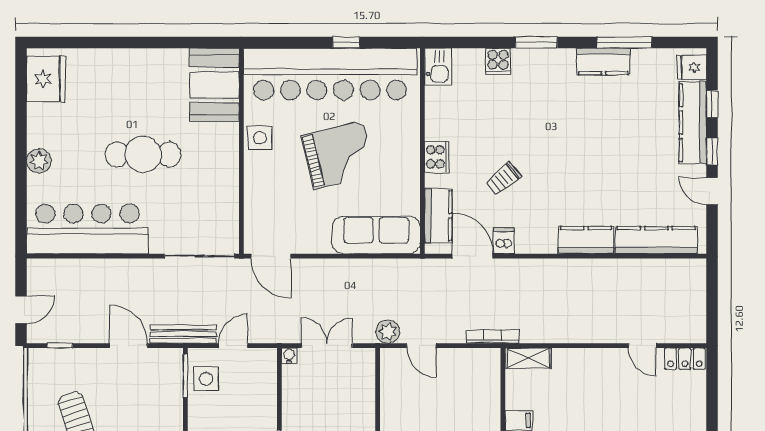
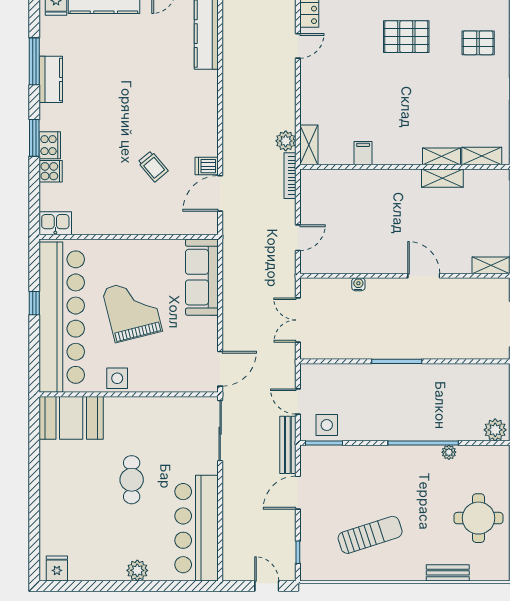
fridge: (46, 79) -> (57, 568), width x0.53, depth x0.75
cafe table: (143, 154) -> (132, 480), width x0.73, depth x0.74
cooker: (437, 157) -> (50, 145), moved, turned 90
kitchen counter: (438, 216) -> (185, 223), removed
kitchen counter: (586, 240) -> (206, 95), removed
plant: (388, 332) -> (286, 141), moved
water cooler: (289, 355) -> (358, 284), moved, turned 90

